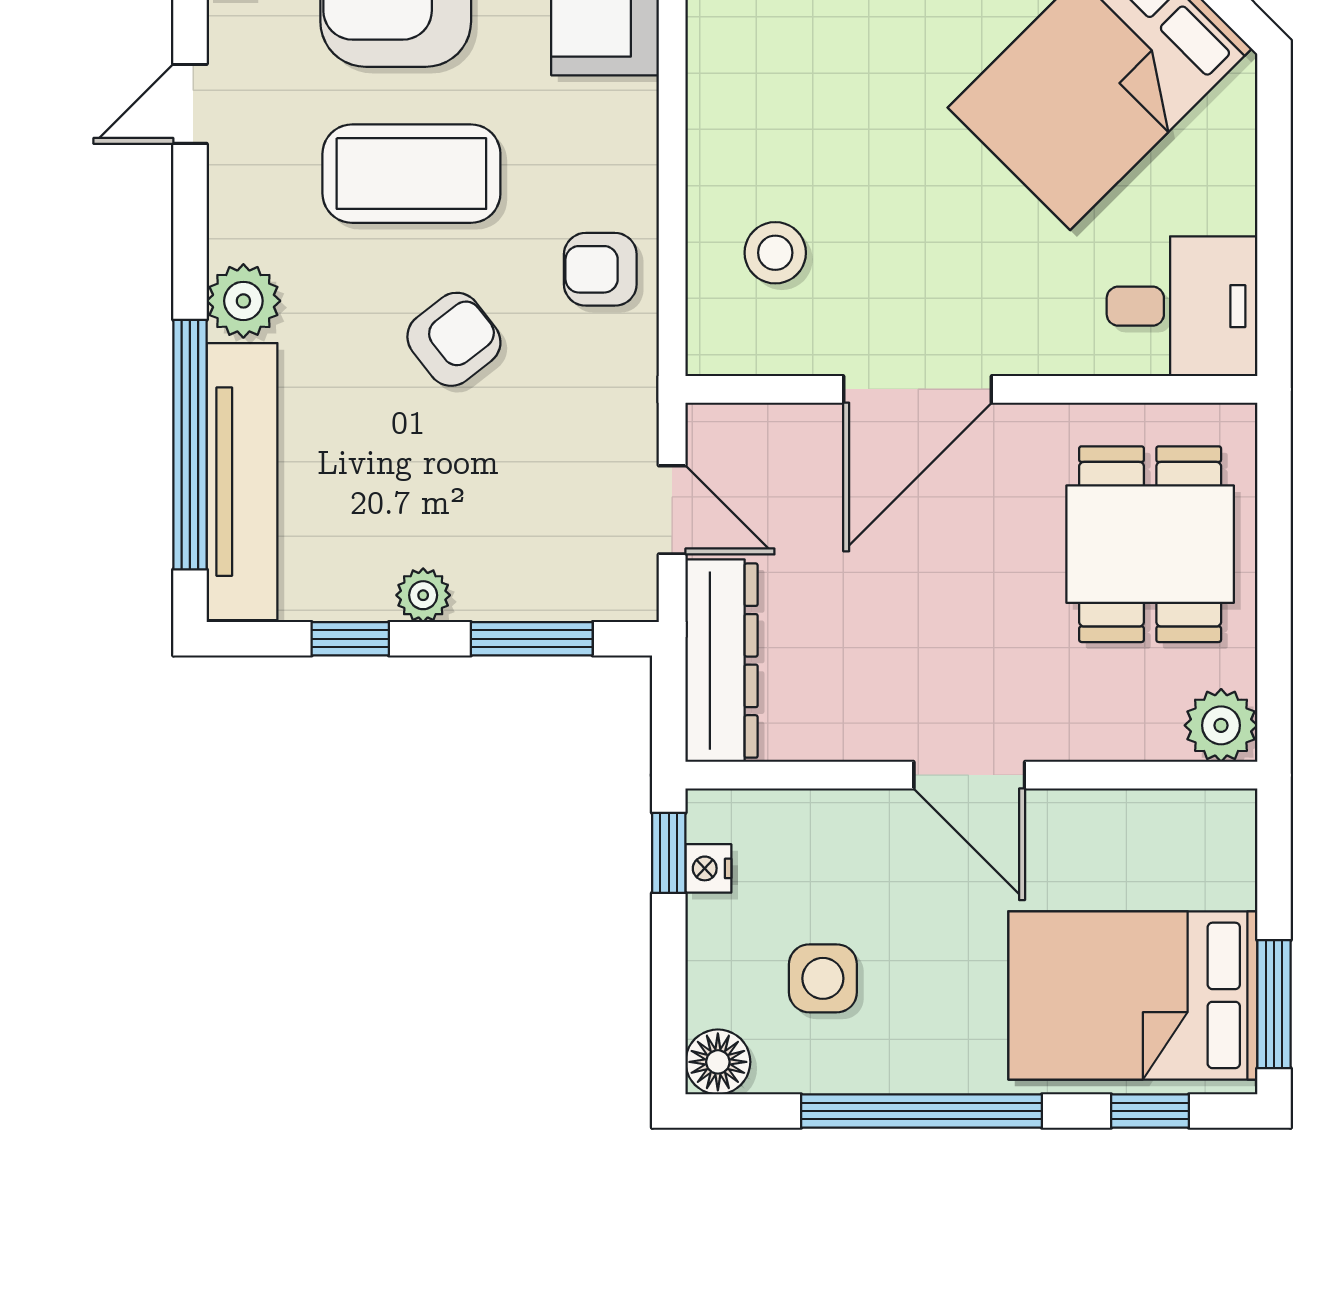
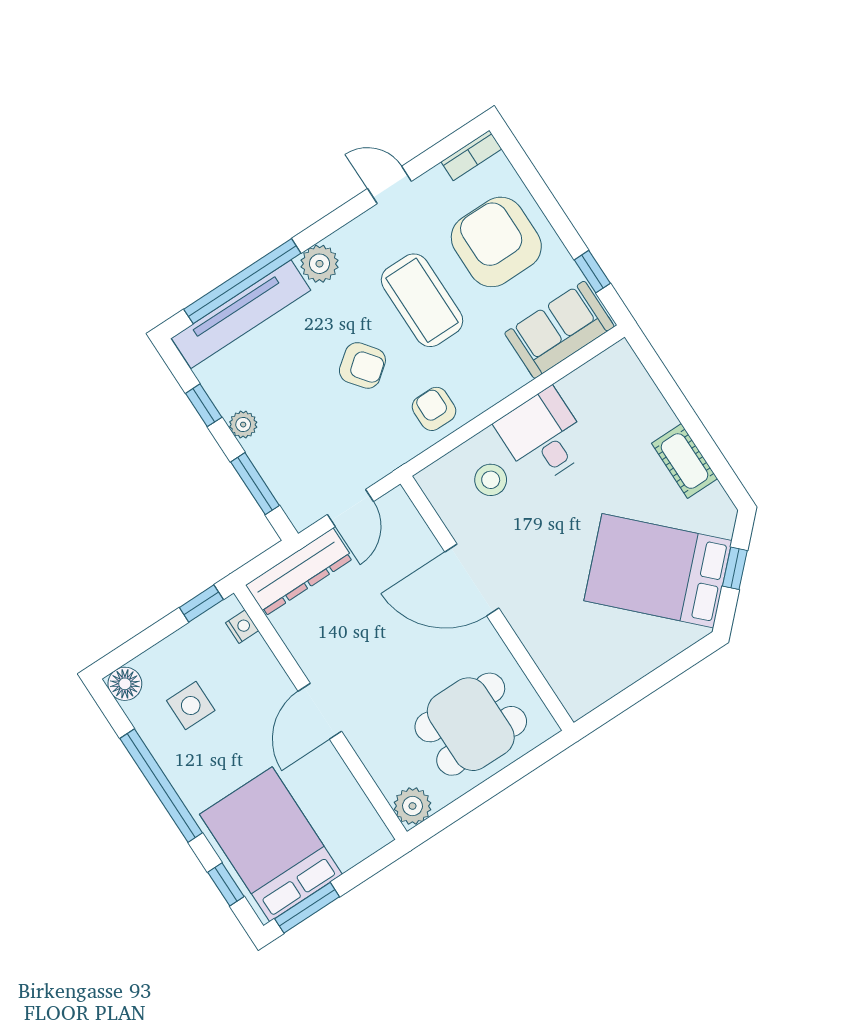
desk: (1182, 306) -> (543, 436), moved, turned 180
nightstand: (708, 868) -> (242, 627), moved, turned 90

